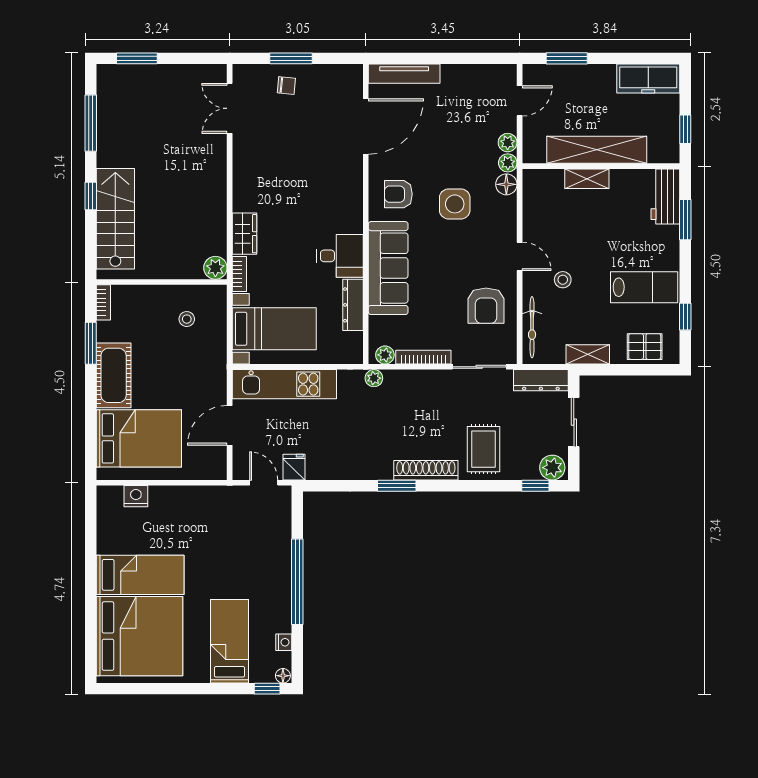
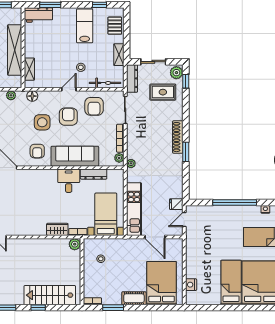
plant: (508, 163) -> (21, 95), removed
shelving: (587, 179) -> (29, 69), moved
armchair: (466, 255) -> (68, 117), added
armchair: (486, 306) -> (94, 106), turned 90
cot: (114, 375) -> (134, 298), width x0.73, depth x0.75
rug: (483, 449) -> (163, 92), moved

